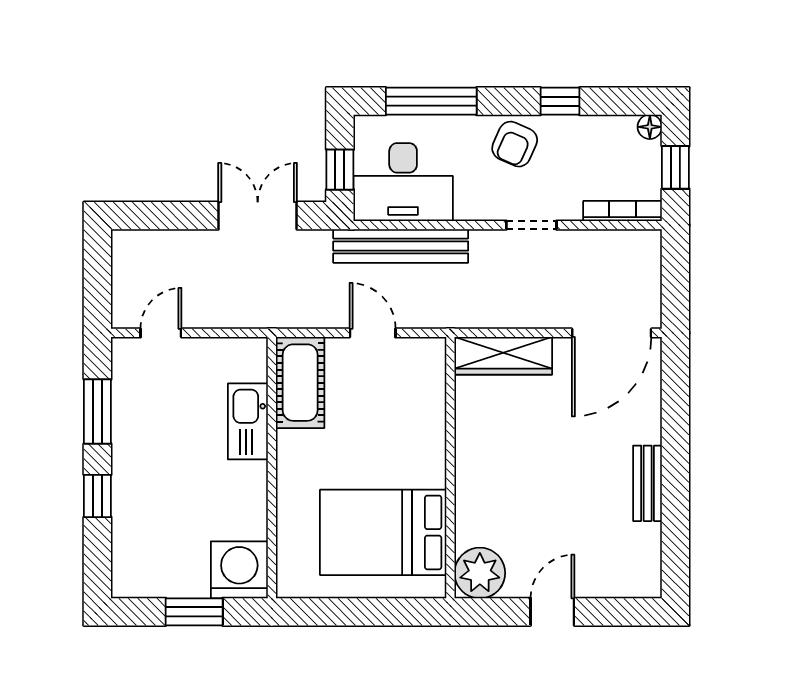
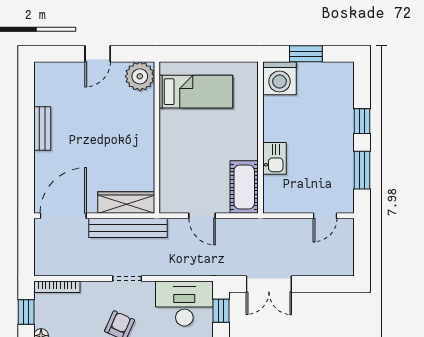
doorway: (531, 225) -> (127, 278), moved
bench: (401, 246) -> (128, 228), moved
kitchen sink: (248, 421) -> (275, 158), width x0.73
bed: (383, 532) -> (196, 92), width x0.67

